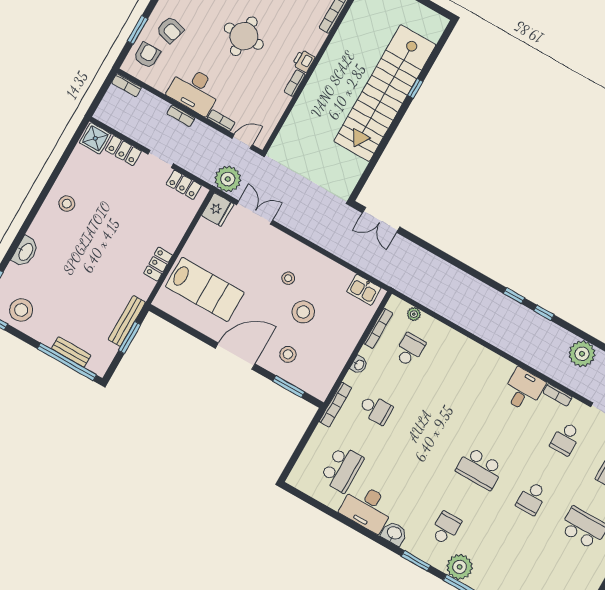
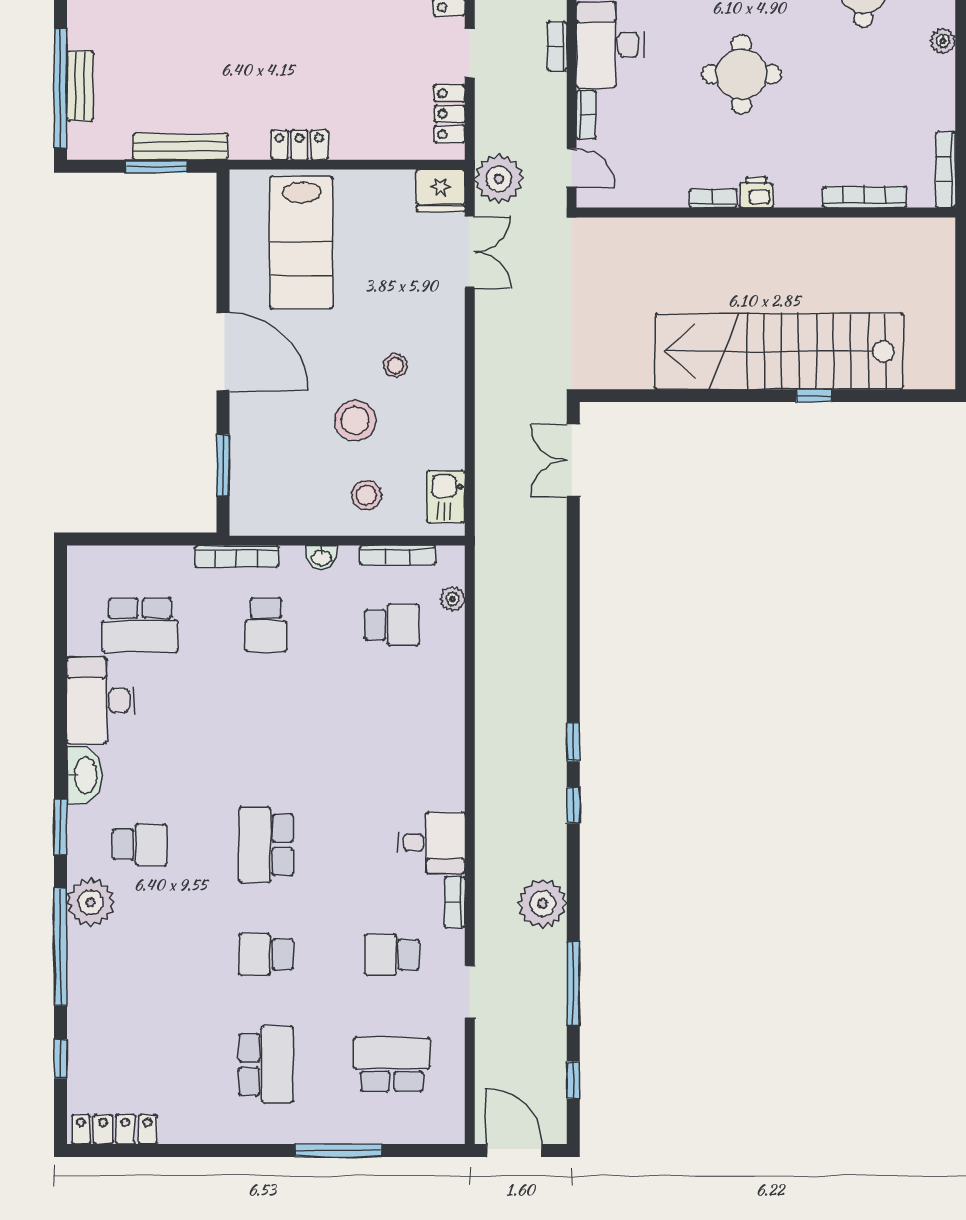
stool: (288, 354) -> (366, 495), moved
washbasin: (394, 533) -> (84, 775), width x1.38

